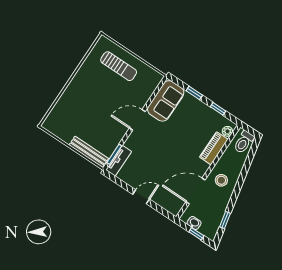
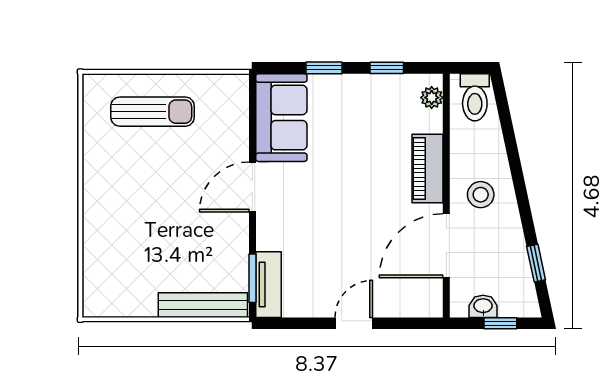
piano: (214, 148) -> (428, 169), moved

